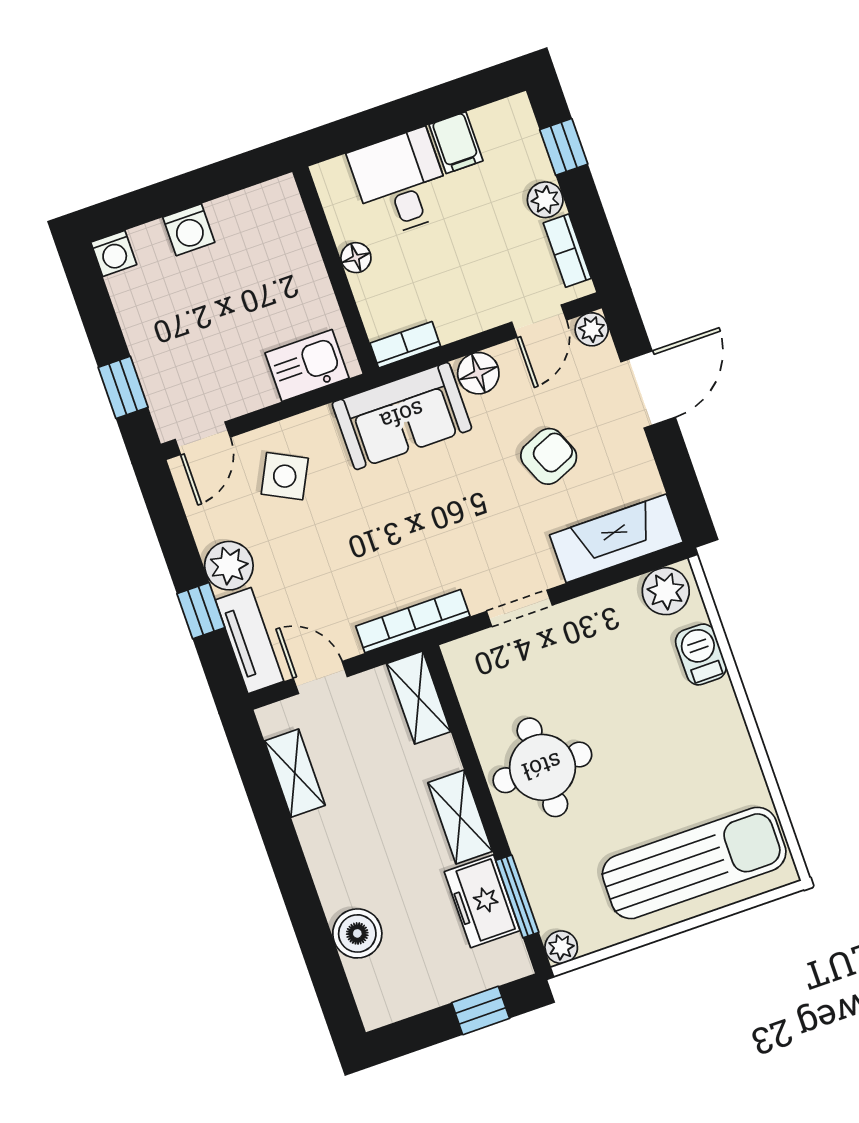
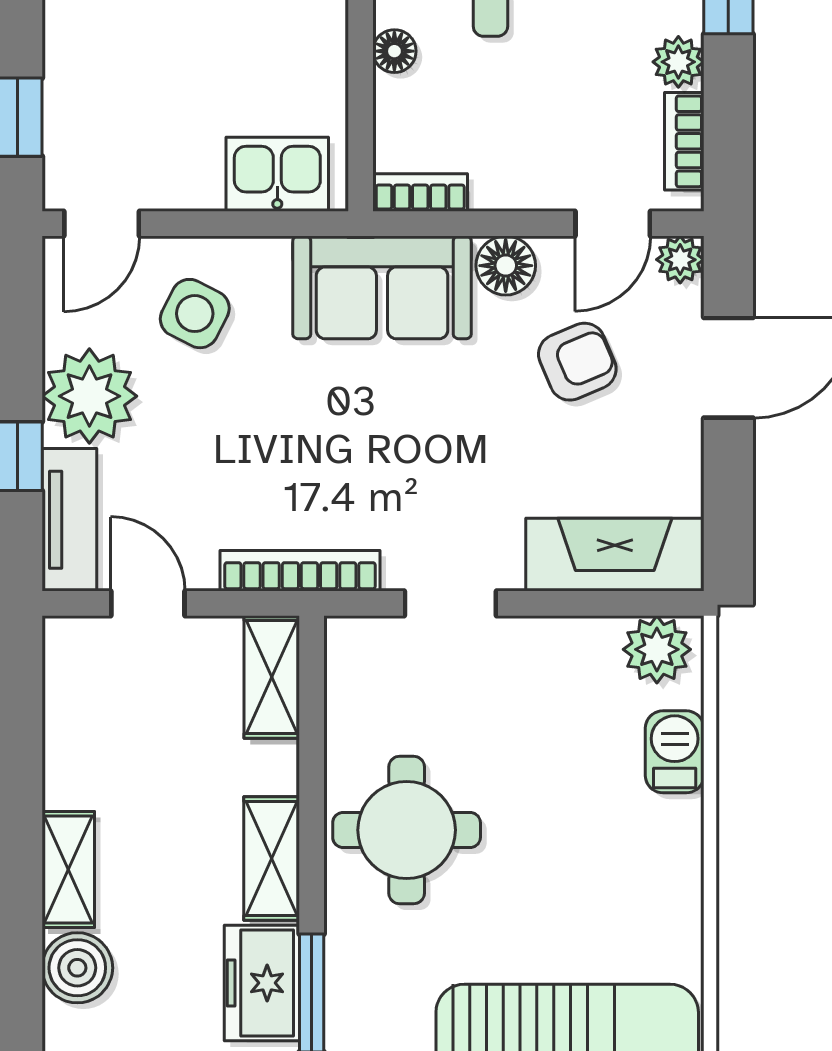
armchair: (549, 456) -> (577, 362), moved
plant: (229, 566) -> (89, 396), width x1.36, depth x1.36
shelving: (295, 773) -> (68, 870), moved

